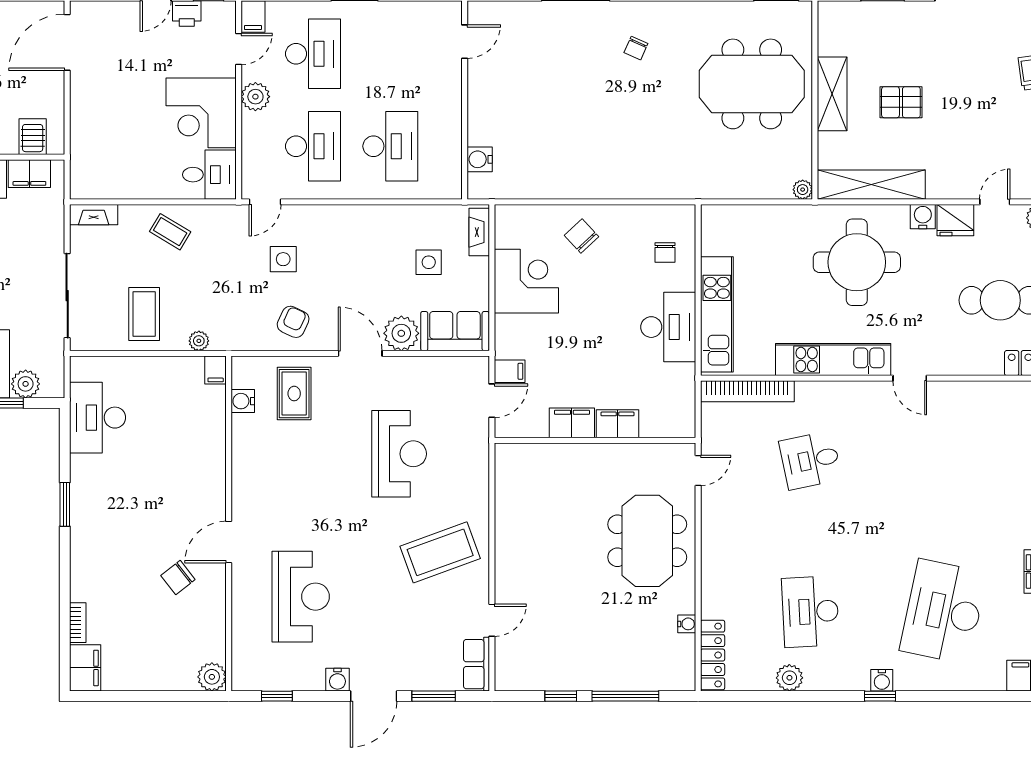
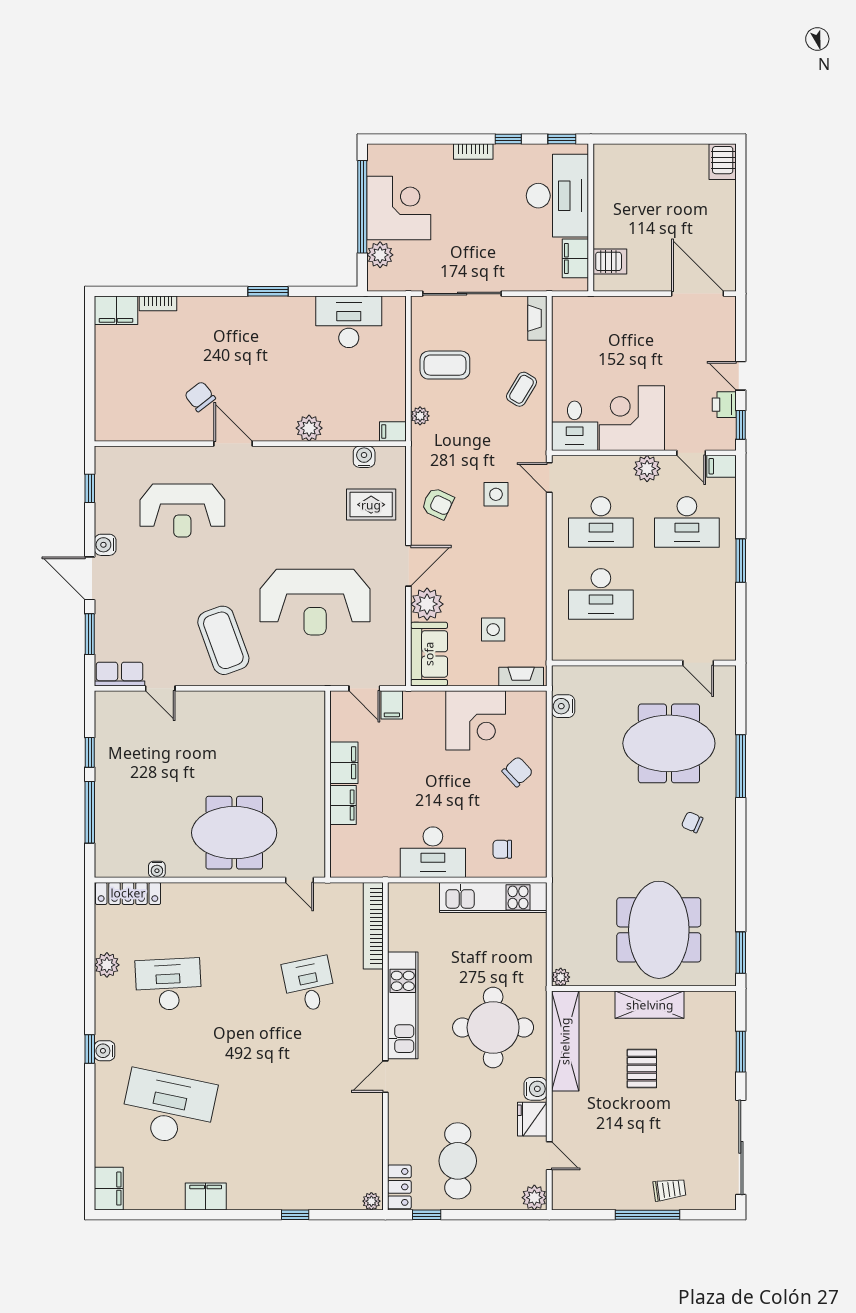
meeting table: (551, 73) -> (669, 743), added
water cooler: (480, 159) -> (563, 706), moved, turned -90
kitchen unit: (717, 314) -> (493, 897), moved
reception desk: (399, 454) -> (315, 602), width x1.36, depth x1.30
plant: (212, 677) -> (309, 428), moved

